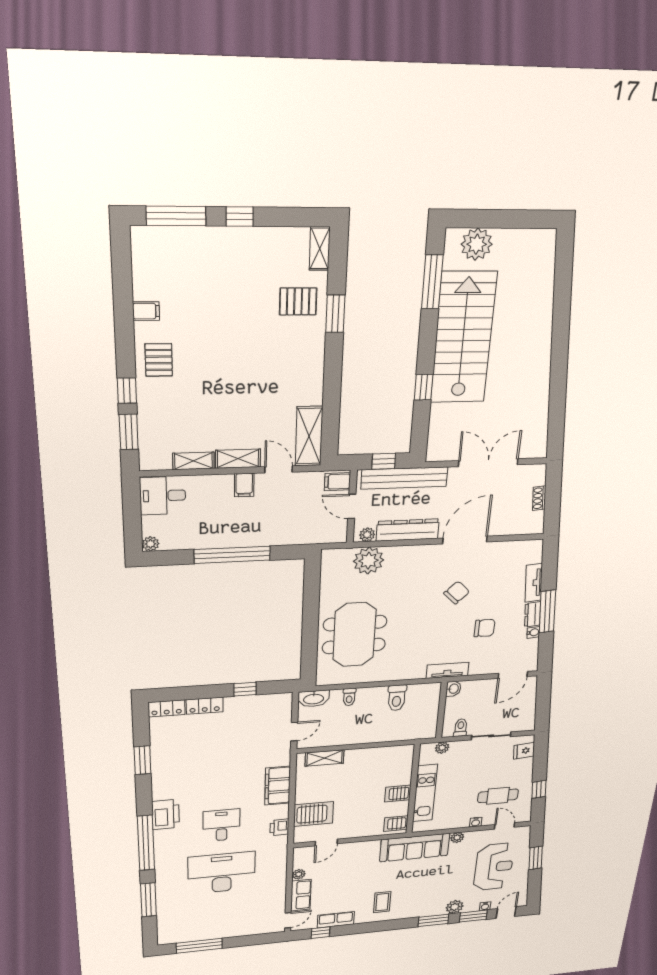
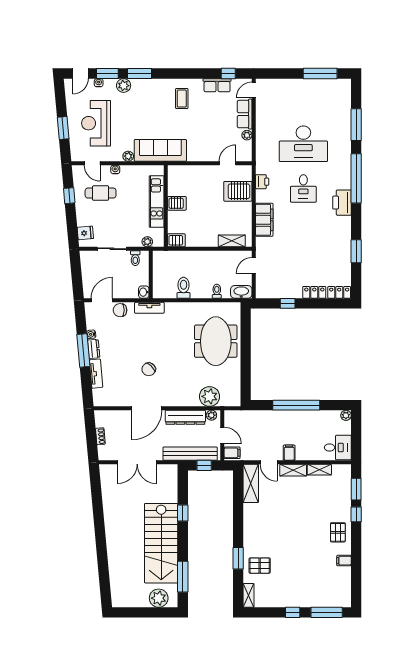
chair: (484, 628) -> (120, 310), moved
server rack: (396, 824) -> (176, 240), moved

